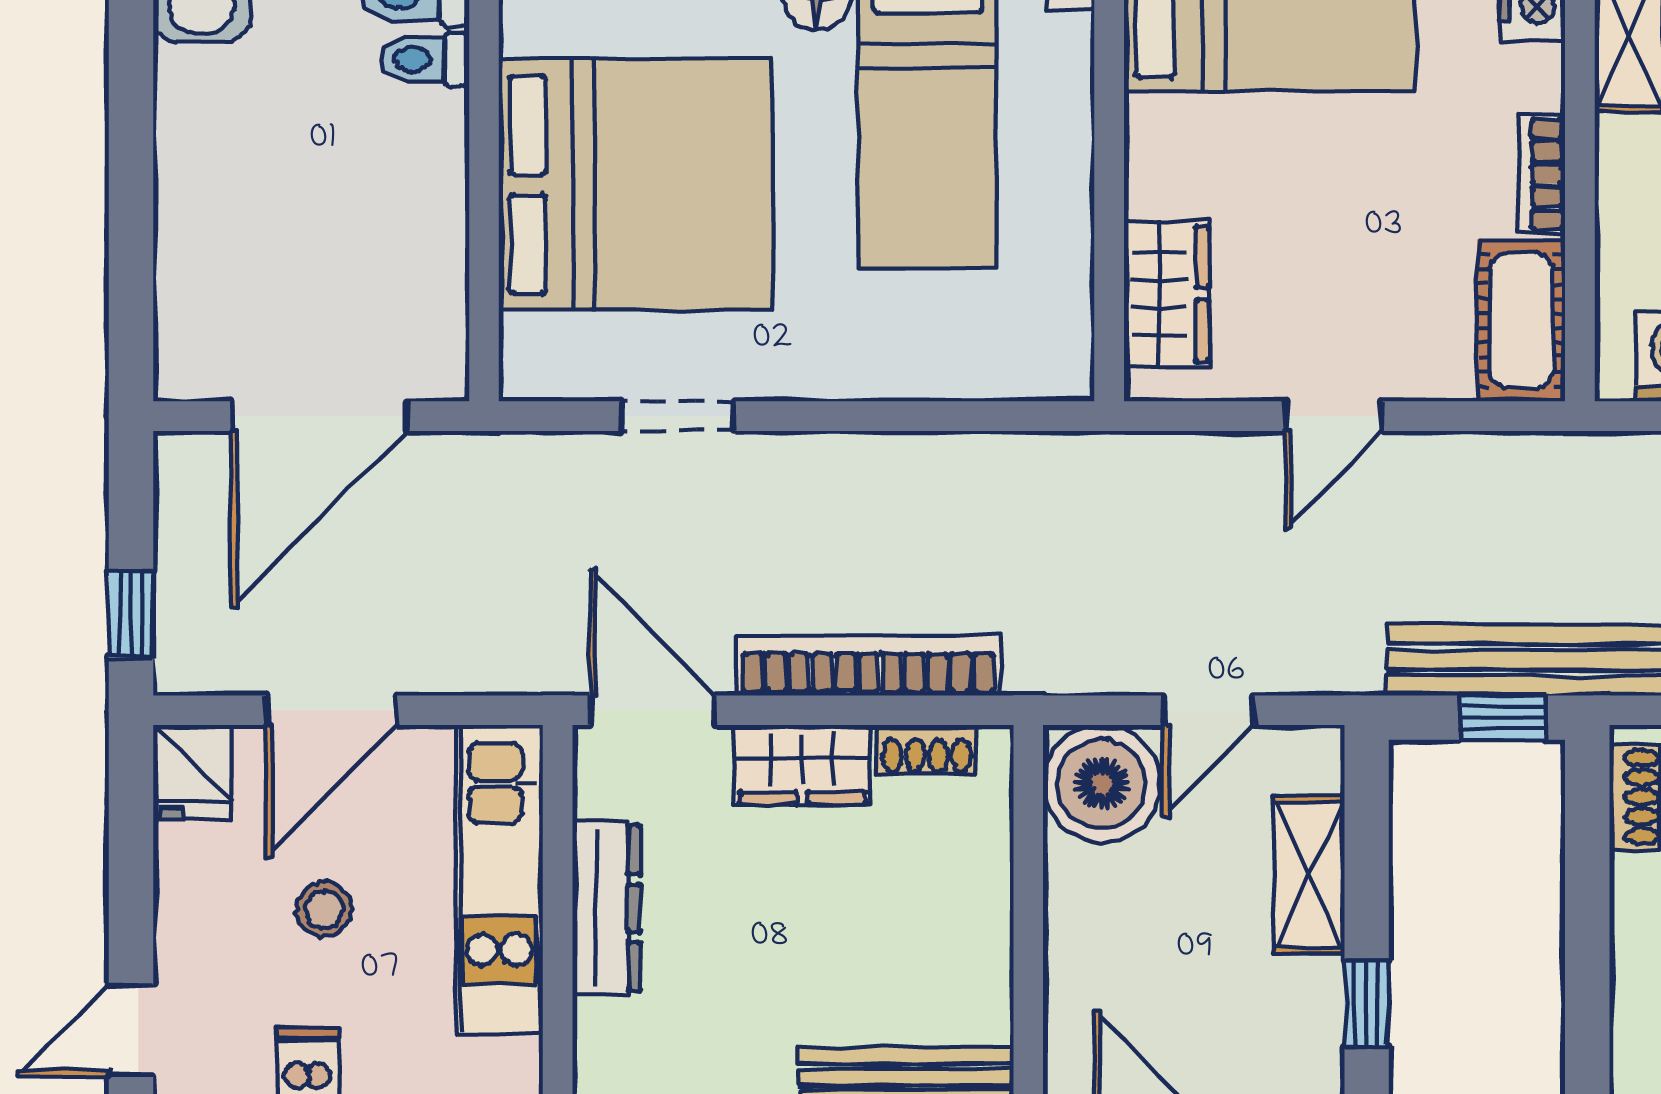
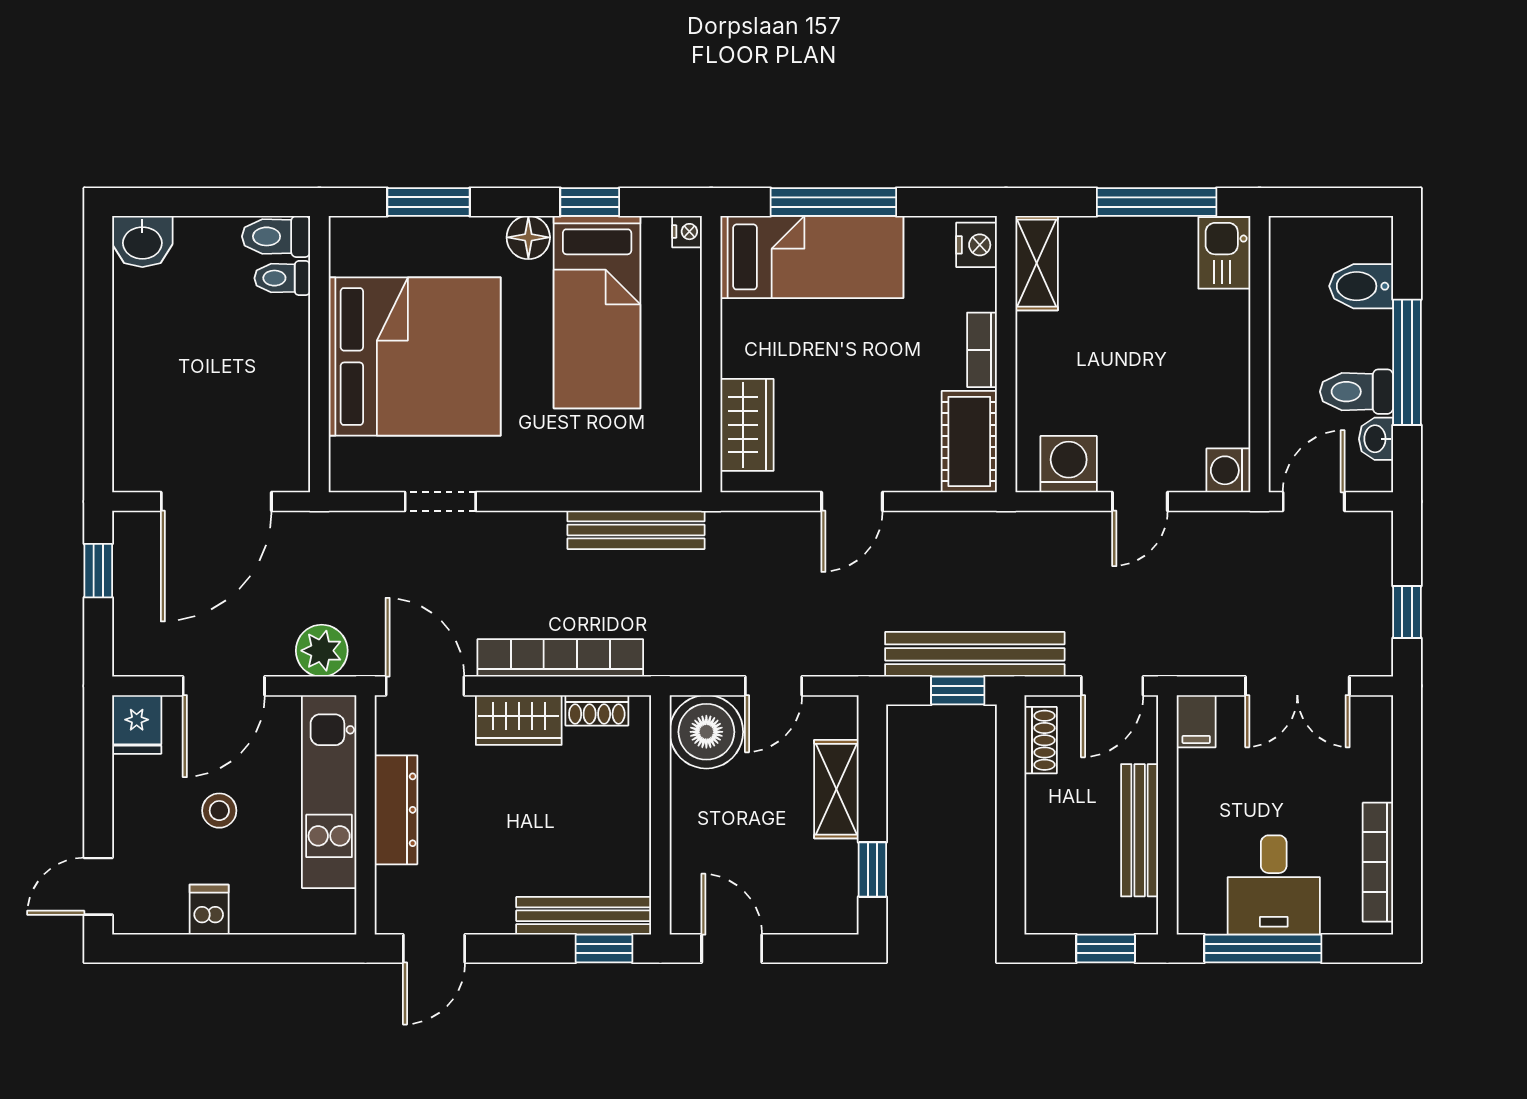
bench: (989, 461) -> (636, 530), added
window: (131, 614) -> (98, 571), moved
plant: (488, 654) -> (322, 651), added

